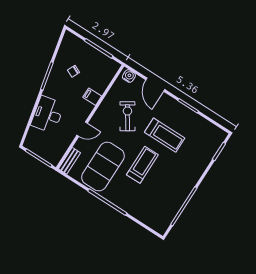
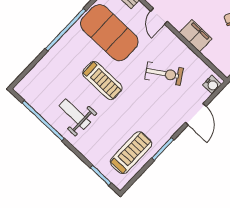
door: (155, 85) -> (196, 114), swing flipped
filing cabinet: (92, 97) -> (196, 36), width x2.00
treadmill: (165, 135) -> (131, 153), moved, turned 180
weight bench: (174, 182) -> (75, 114), added

